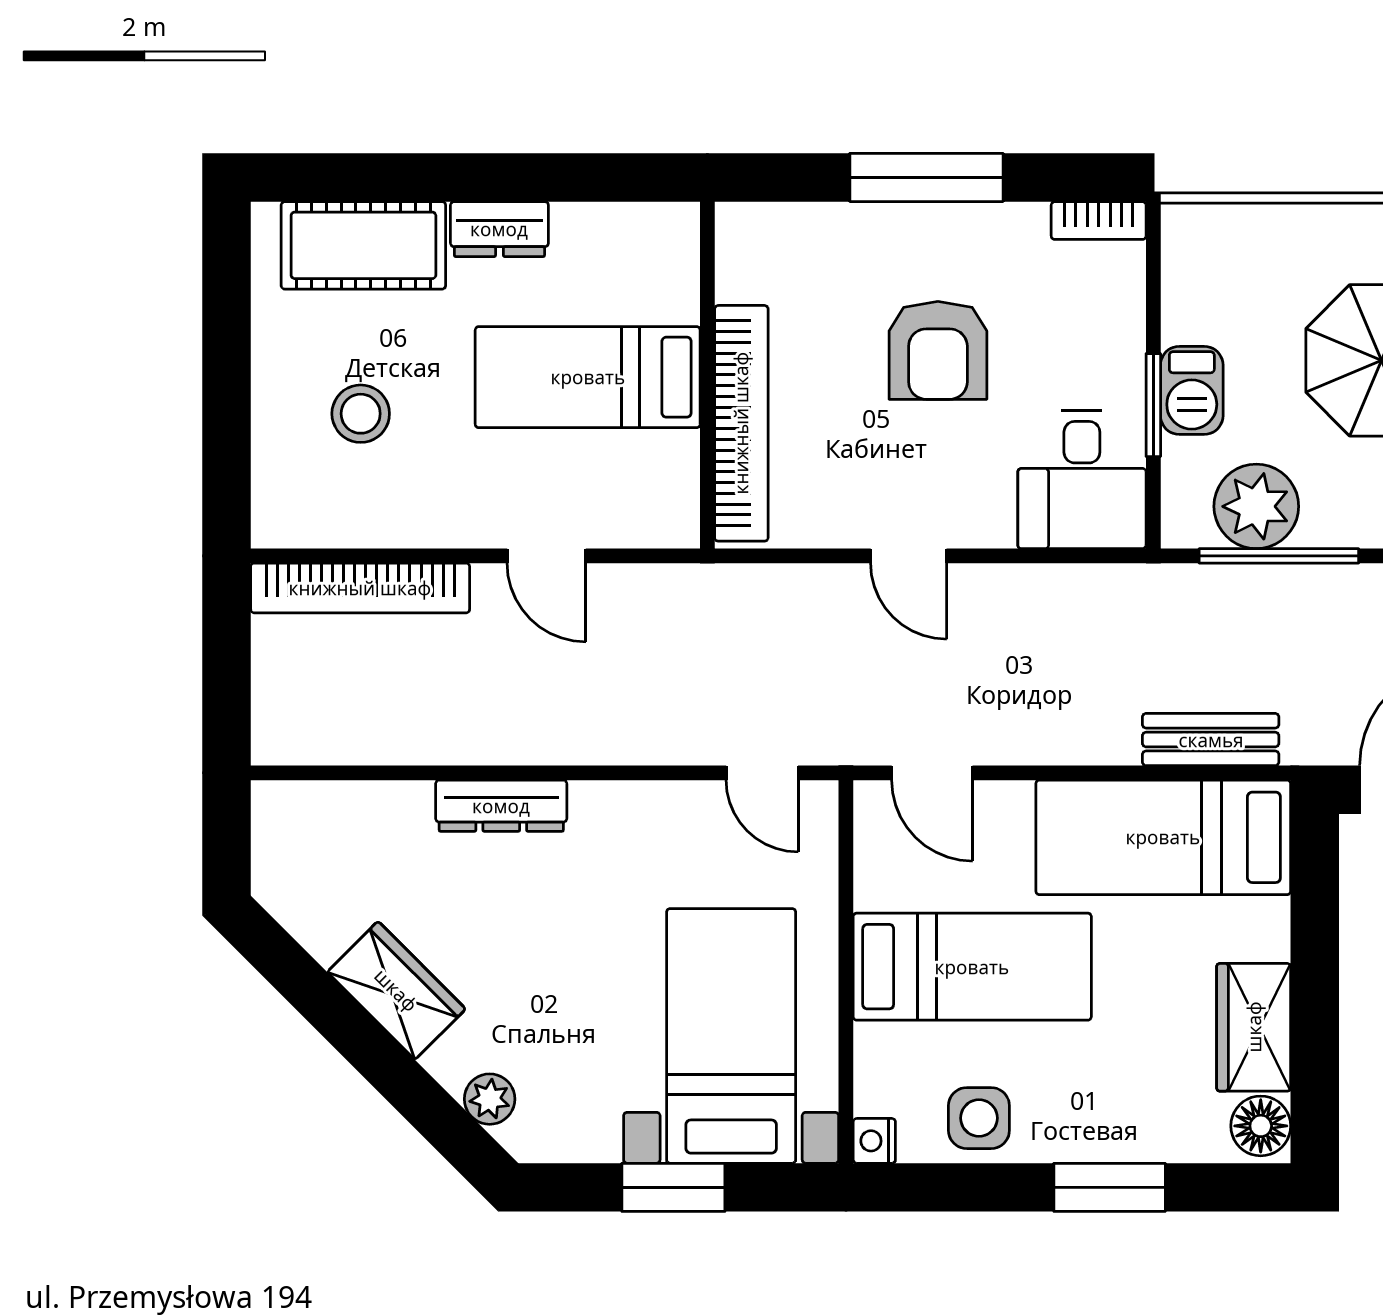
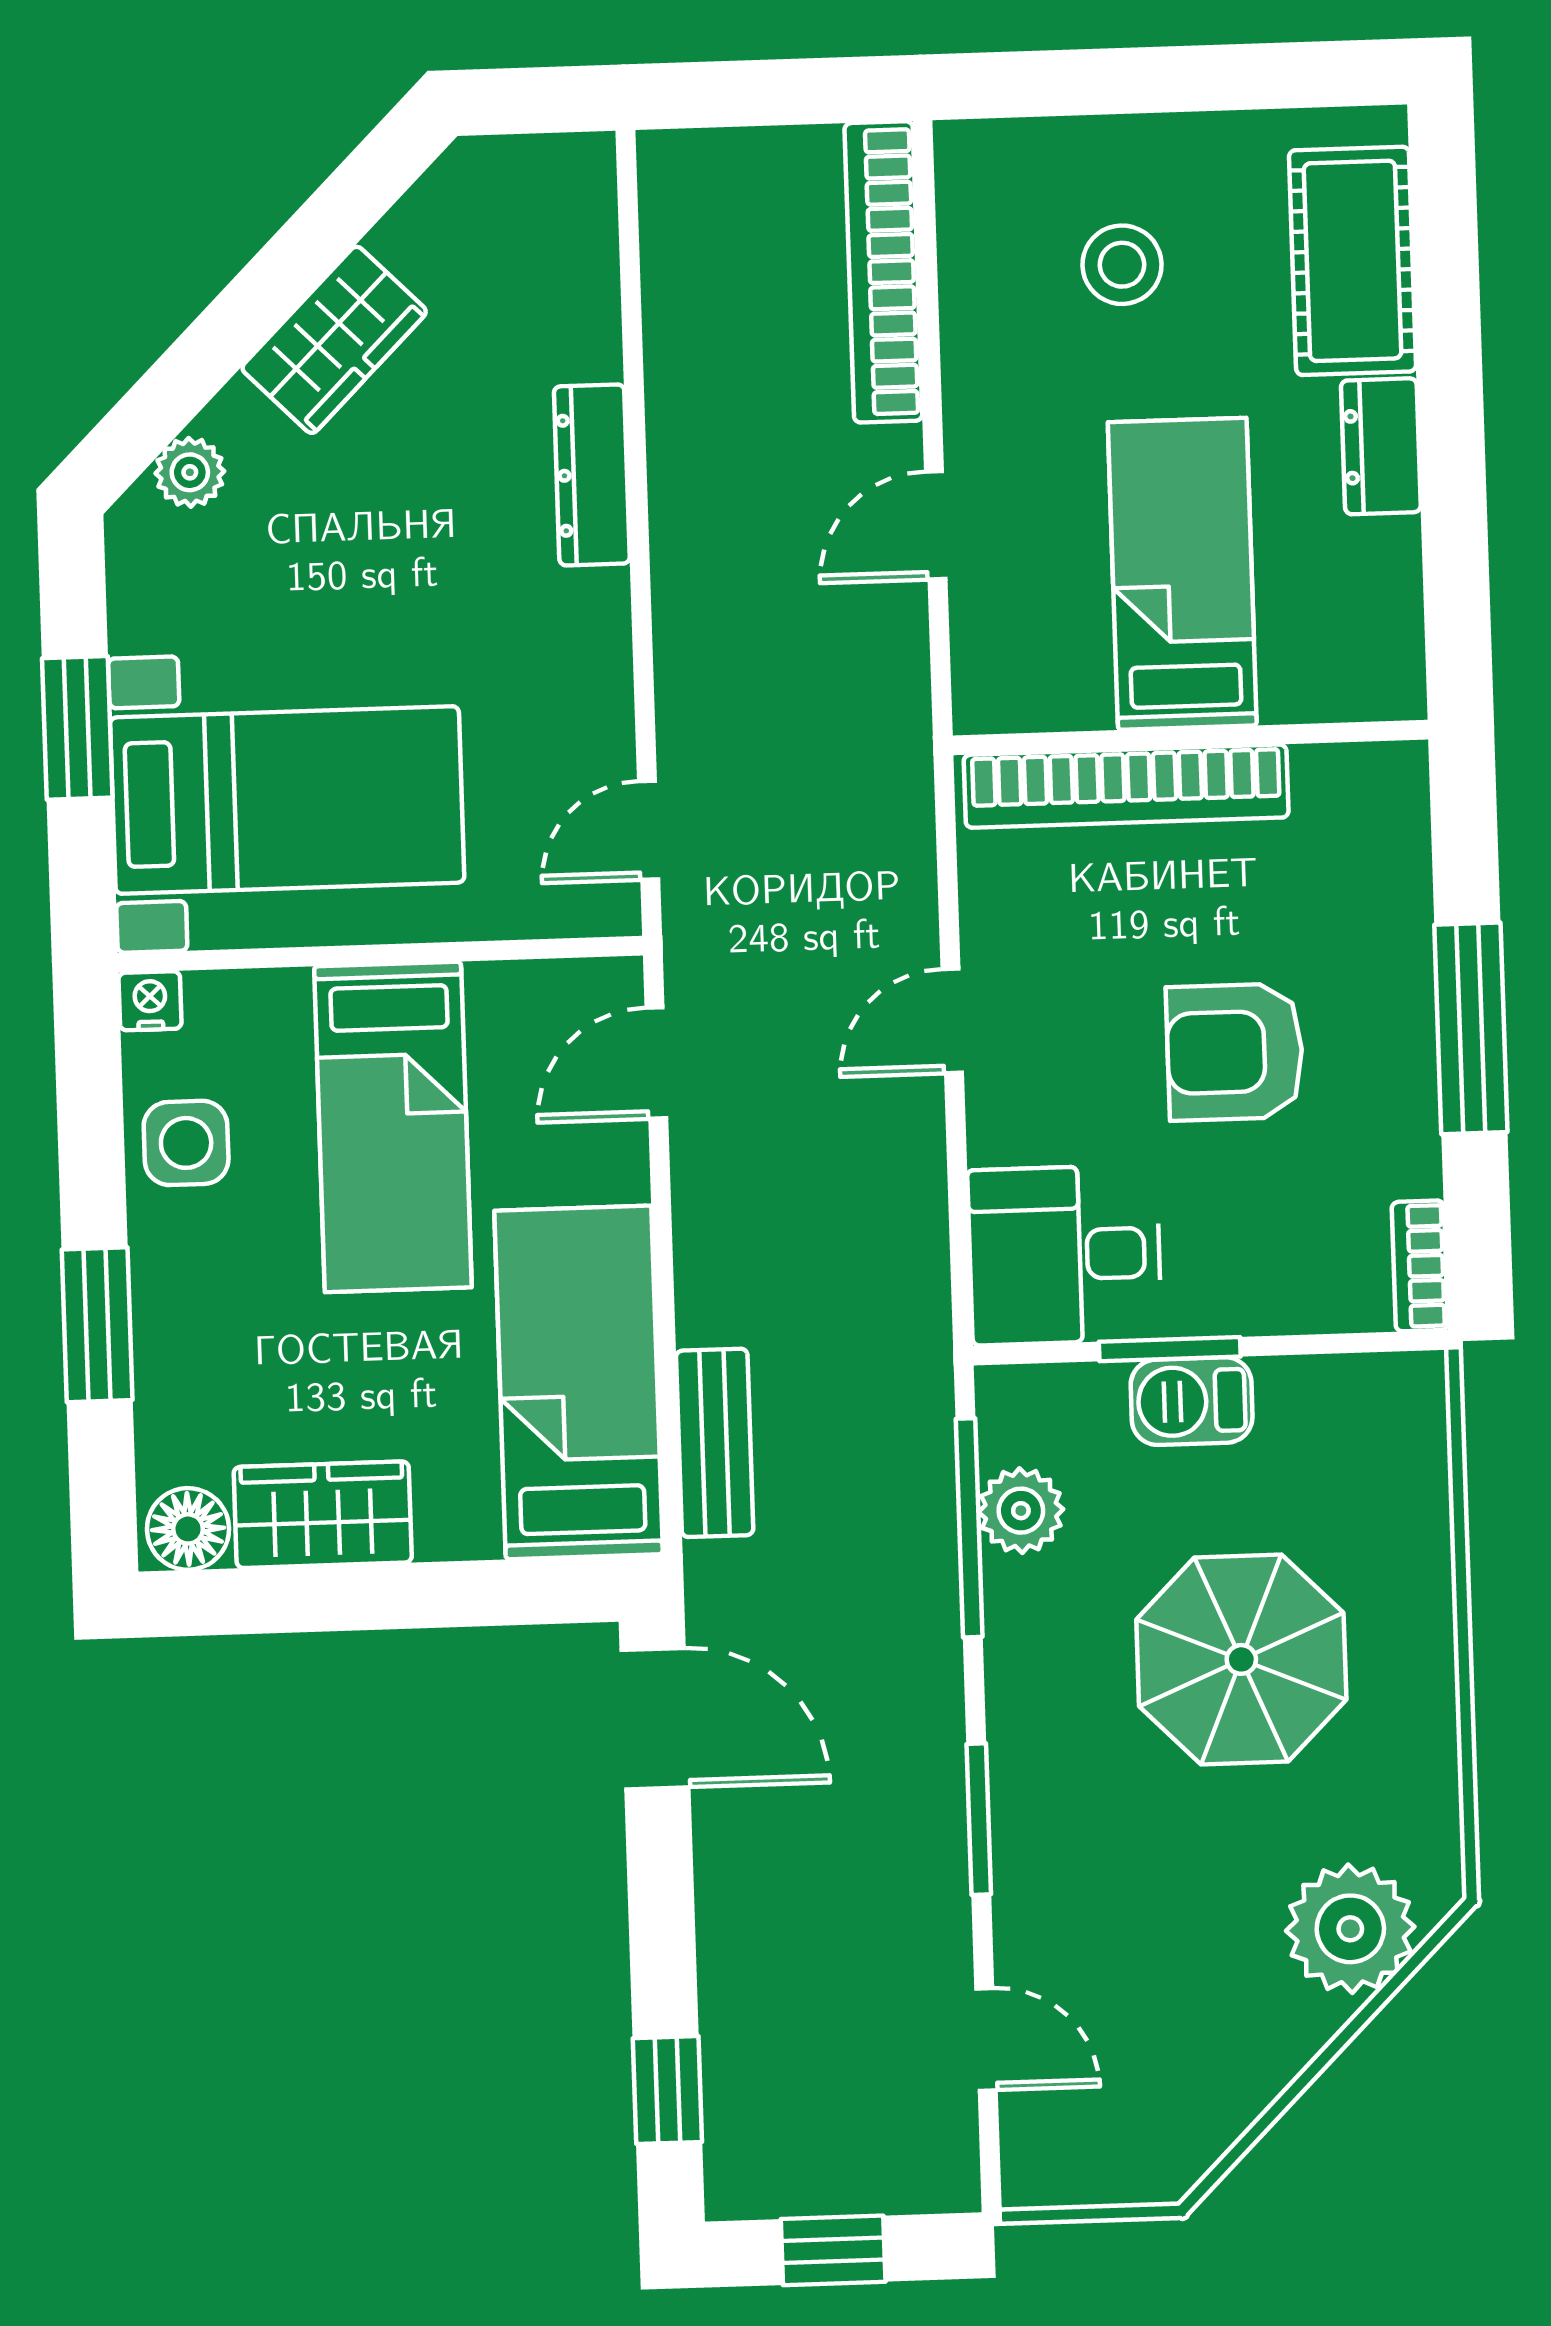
plant: (1256, 506) -> (1021, 1511), width x0.73, depth x0.73

